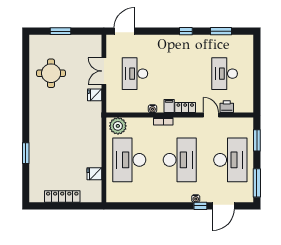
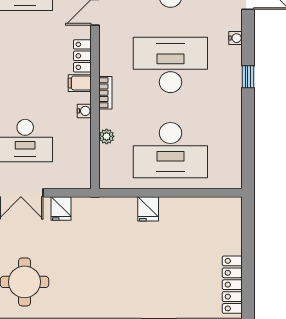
plant: (118, 126) -> (107, 136), moved, width x0.53, depth x0.53
fridge: (94, 174) -> (148, 209), moved
locker: (62, 197) -> (232, 285), moved
window: (200, 206) -> (248, 77), moved

